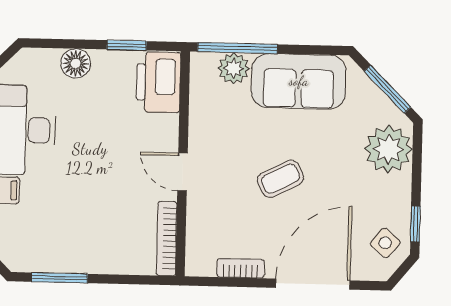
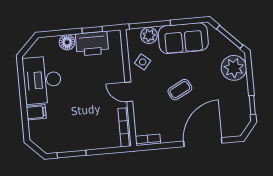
printer: (158, 82) -> (92, 44), moved, turned -90
side table: (385, 243) -> (143, 62), moved
bookcase: (241, 268) -> (148, 140), moved

